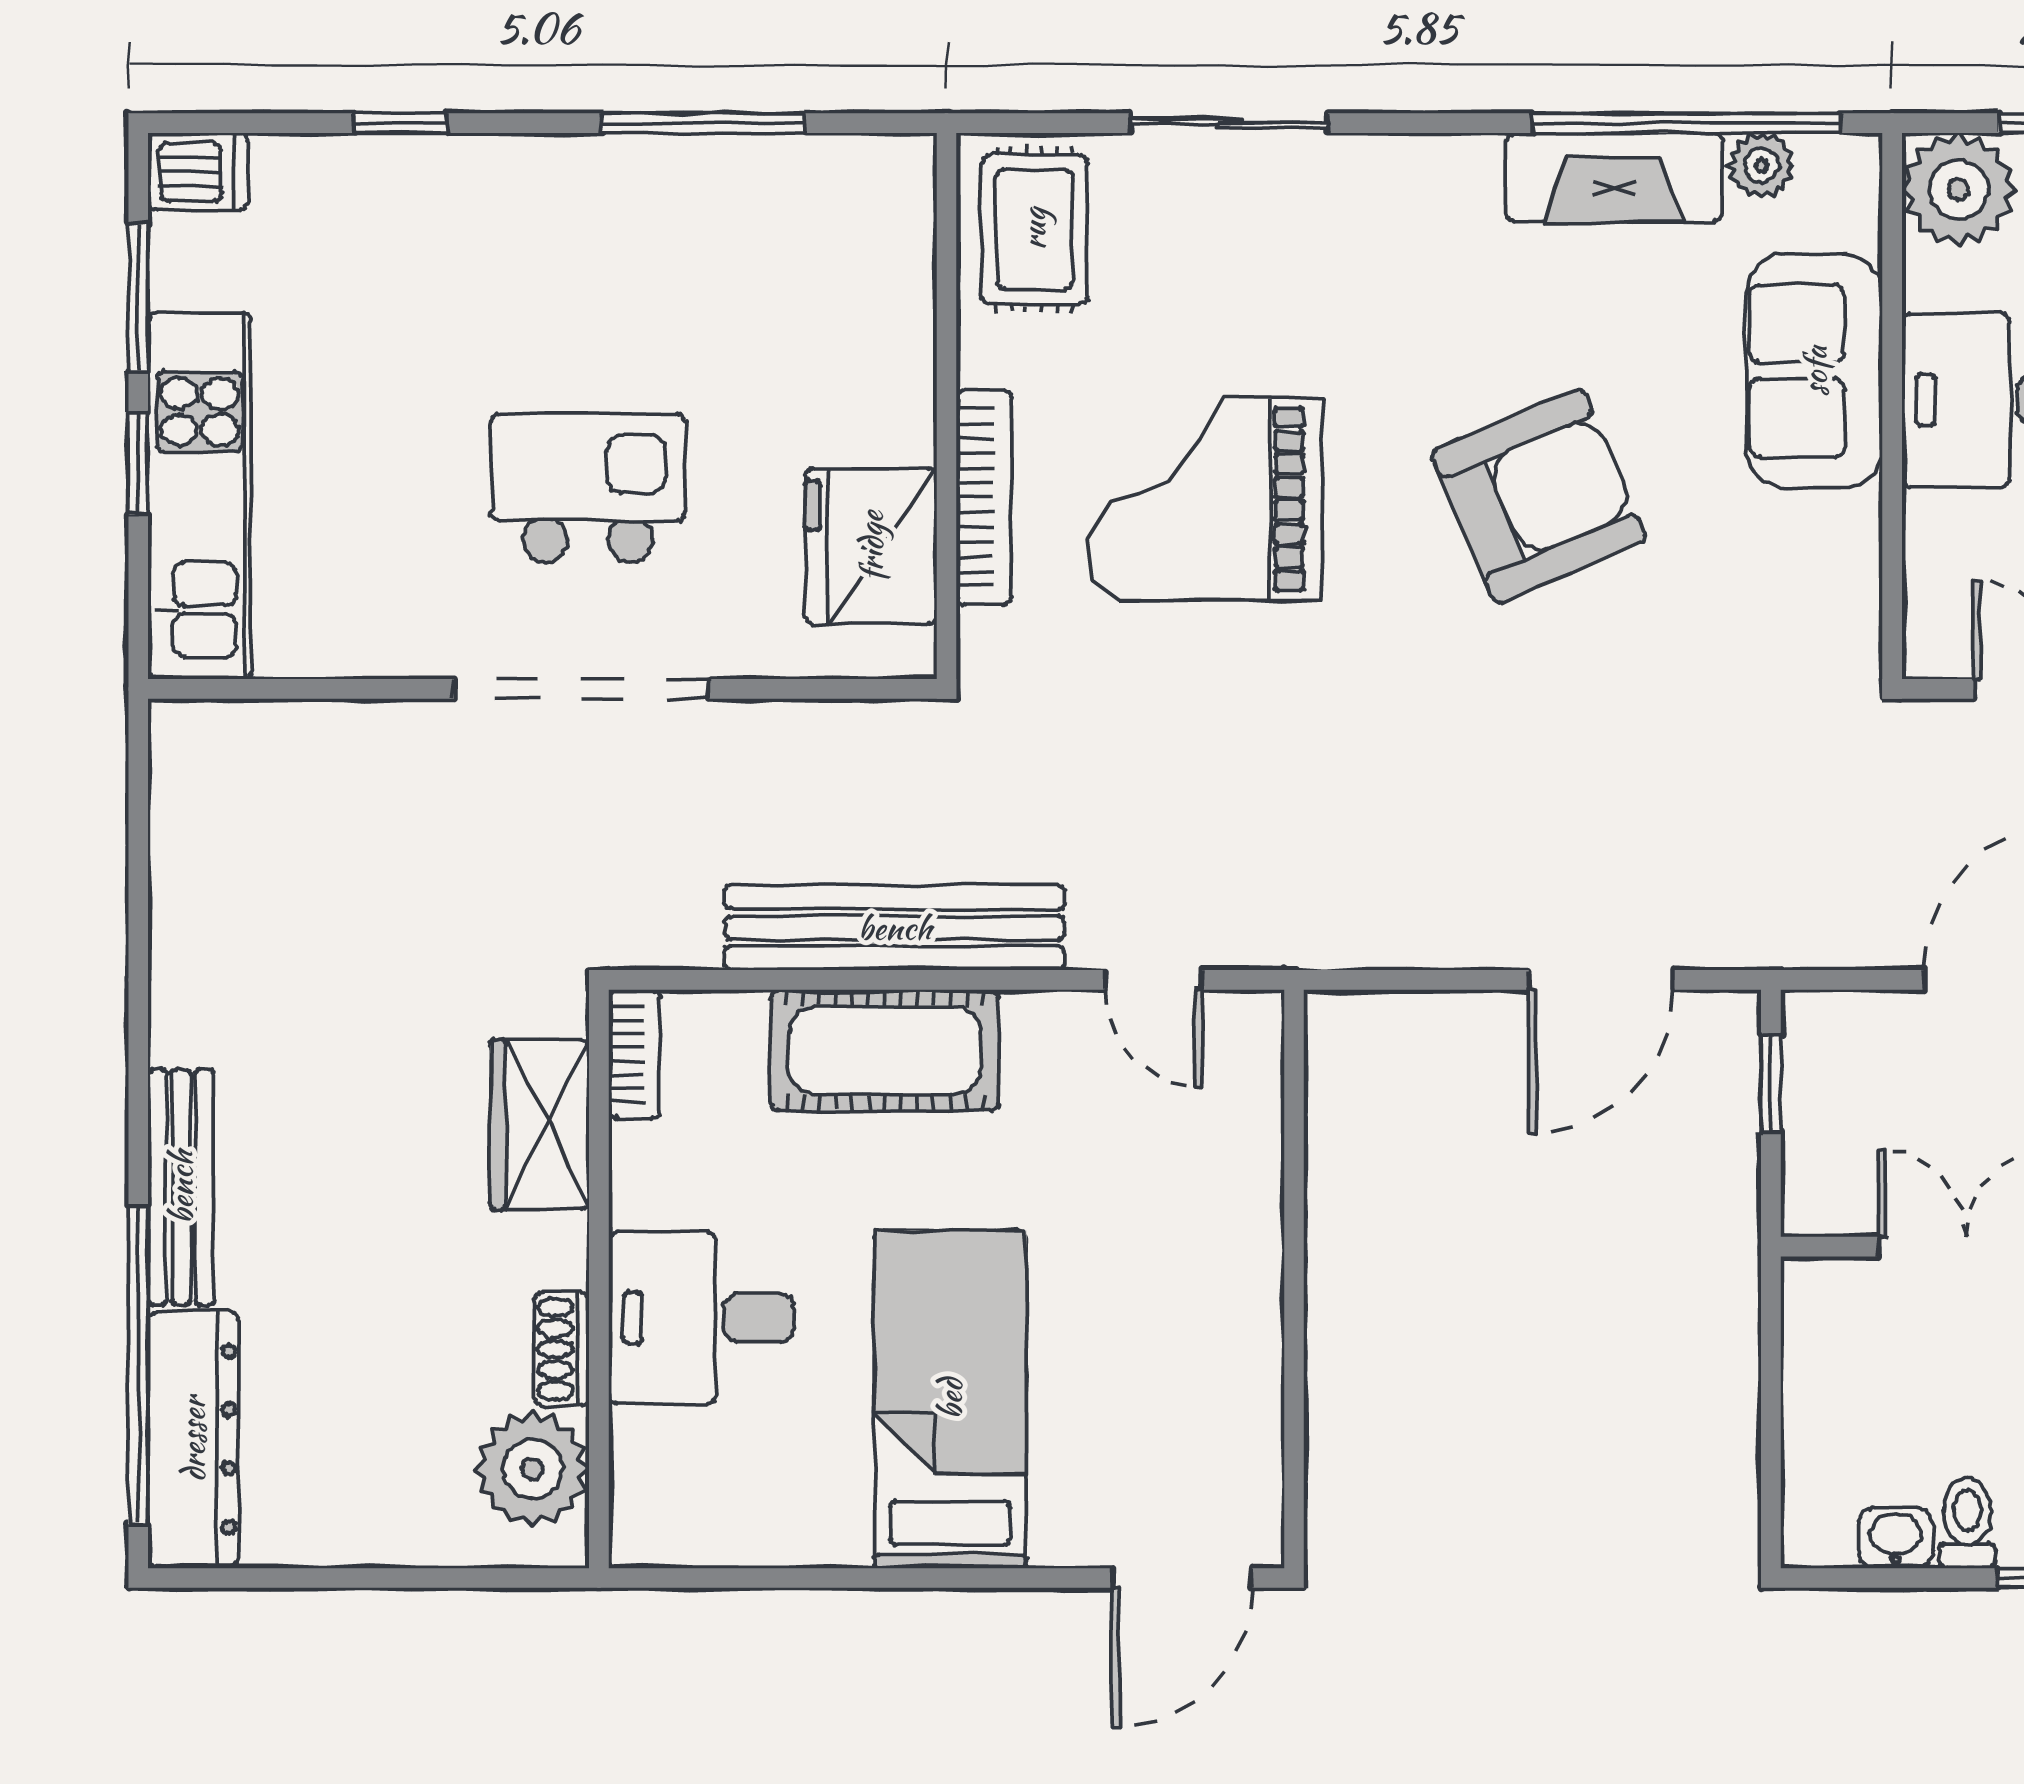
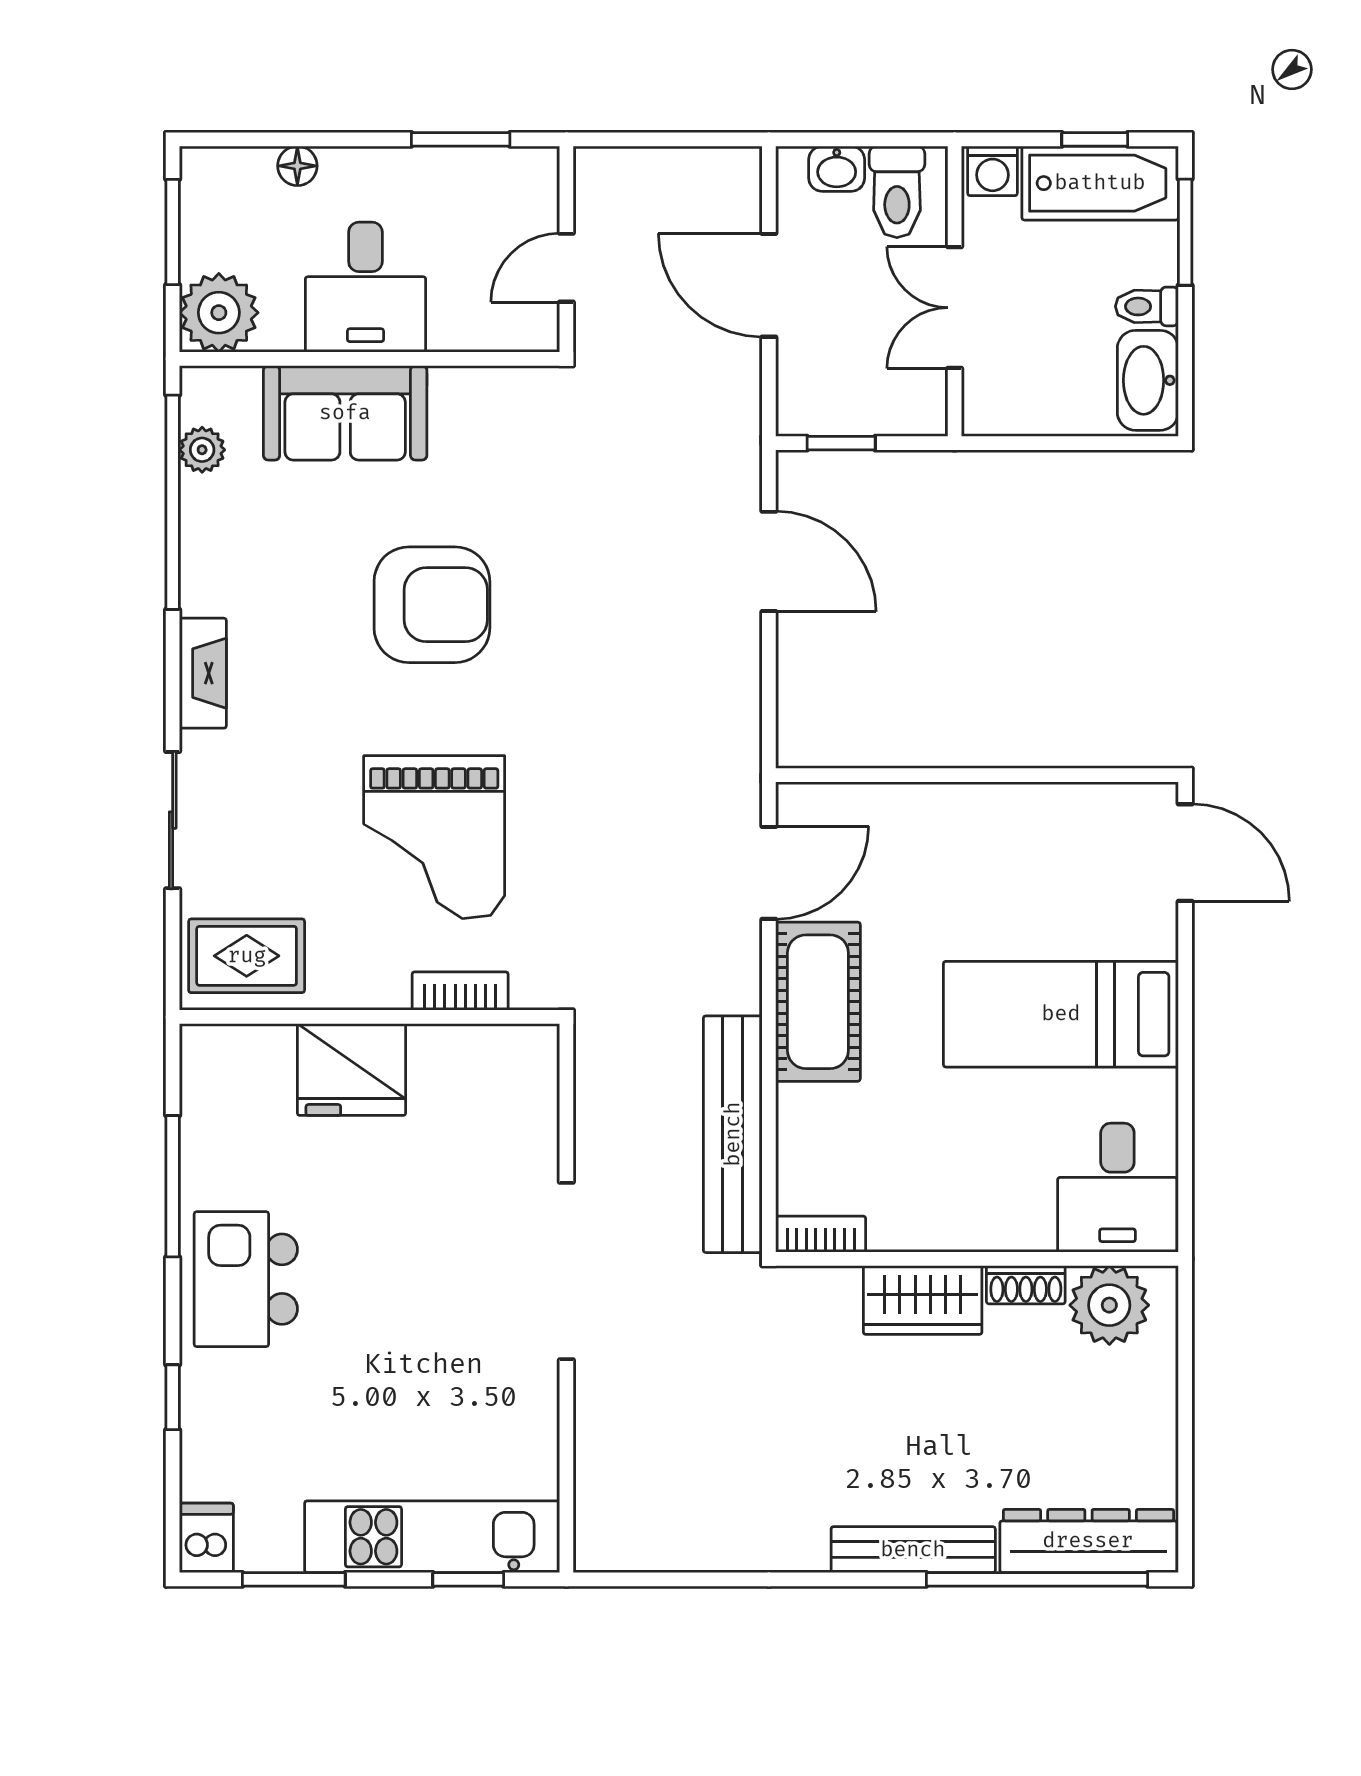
fireplace: (1614, 177) -> (203, 673), moved, width x0.73, depth x0.76
window: (138, 463) -> (468, 1579), moved
kitchen island: (588, 488) -> (246, 1279), moved
armchair: (1539, 496) -> (432, 605), turned 113
bookcase: (984, 497) -> (460, 991), width x0.64
fridge: (871, 546) -> (352, 1070), moved
bench: (895, 928) -> (733, 1134), moved
door: (1154, 980) -> (769, 873), width x1.38
cot: (885, 1050) -> (818, 1002), moved
wardrobe: (540, 1125) -> (923, 1300), moved
desk: (701, 1318) -> (1117, 1188), moved
washbasin: (1896, 1538) -> (1148, 380), width x1.91, depth x1.45

